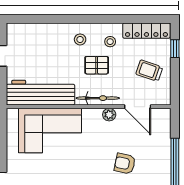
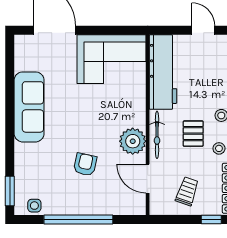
door: (138, 107) -> (148, 179), hinge flipped
plant: (109, 115) -> (133, 141), width x1.88, depth x1.88
corner sofa: (50, 131) -> (112, 59), moved, turned -90

